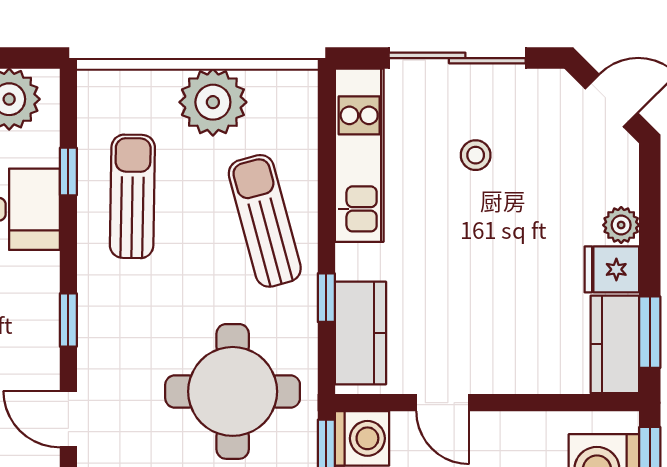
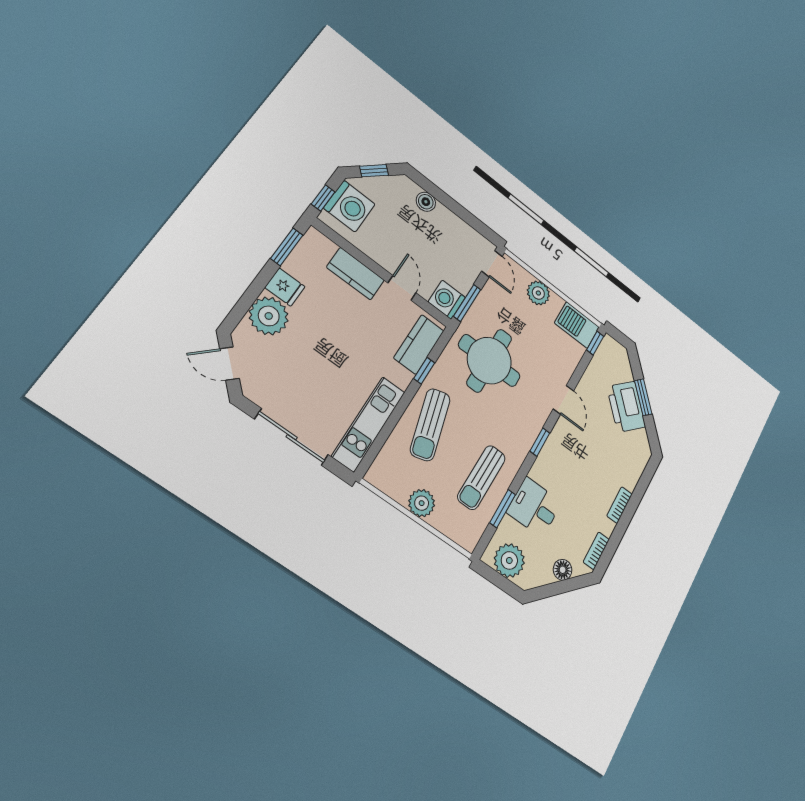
plant: (213, 102) -> (422, 503), width x0.73, depth x0.73
stool: (476, 155) -> (314, 385), removed
window: (68, 171) -> (503, 509), width x1.50
plant: (621, 225) -> (269, 316), width x1.88, depth x1.88
kitchen counter: (615, 344) -> (356, 274), moved, turned 90

